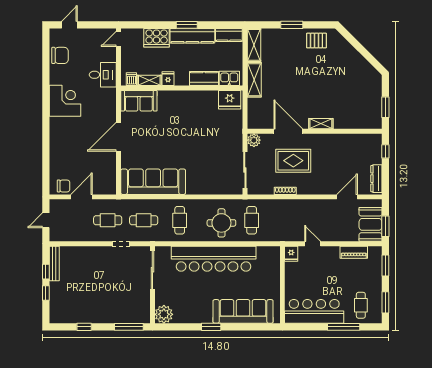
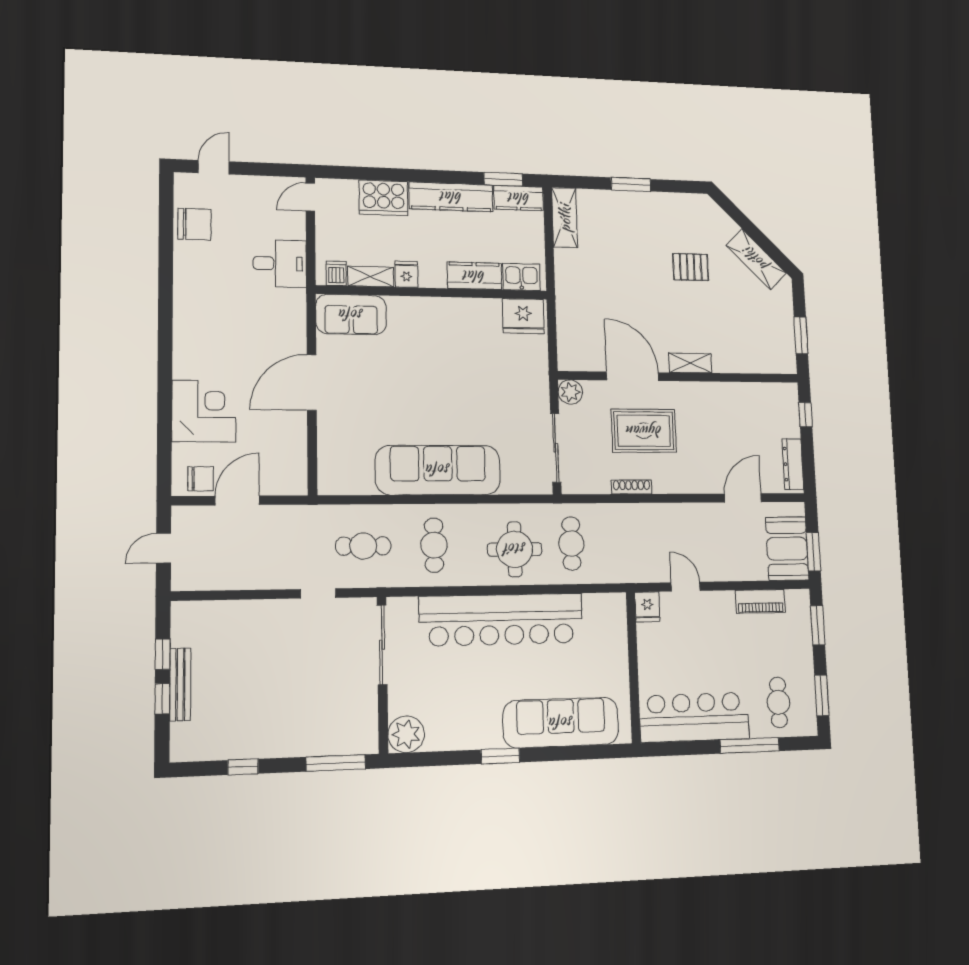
window: (187, 25) -> (503, 179), moved
pallet: (316, 41) -> (691, 267), moved
shelving: (254, 80) -> (756, 259), moved, turned -45
corner desk: (65, 101) -> (204, 411), moved
sofa: (153, 182) -> (438, 470), moved
cafe table: (108, 220) -> (291, 547), removed
bench: (54, 263) -> (180, 684), moved

